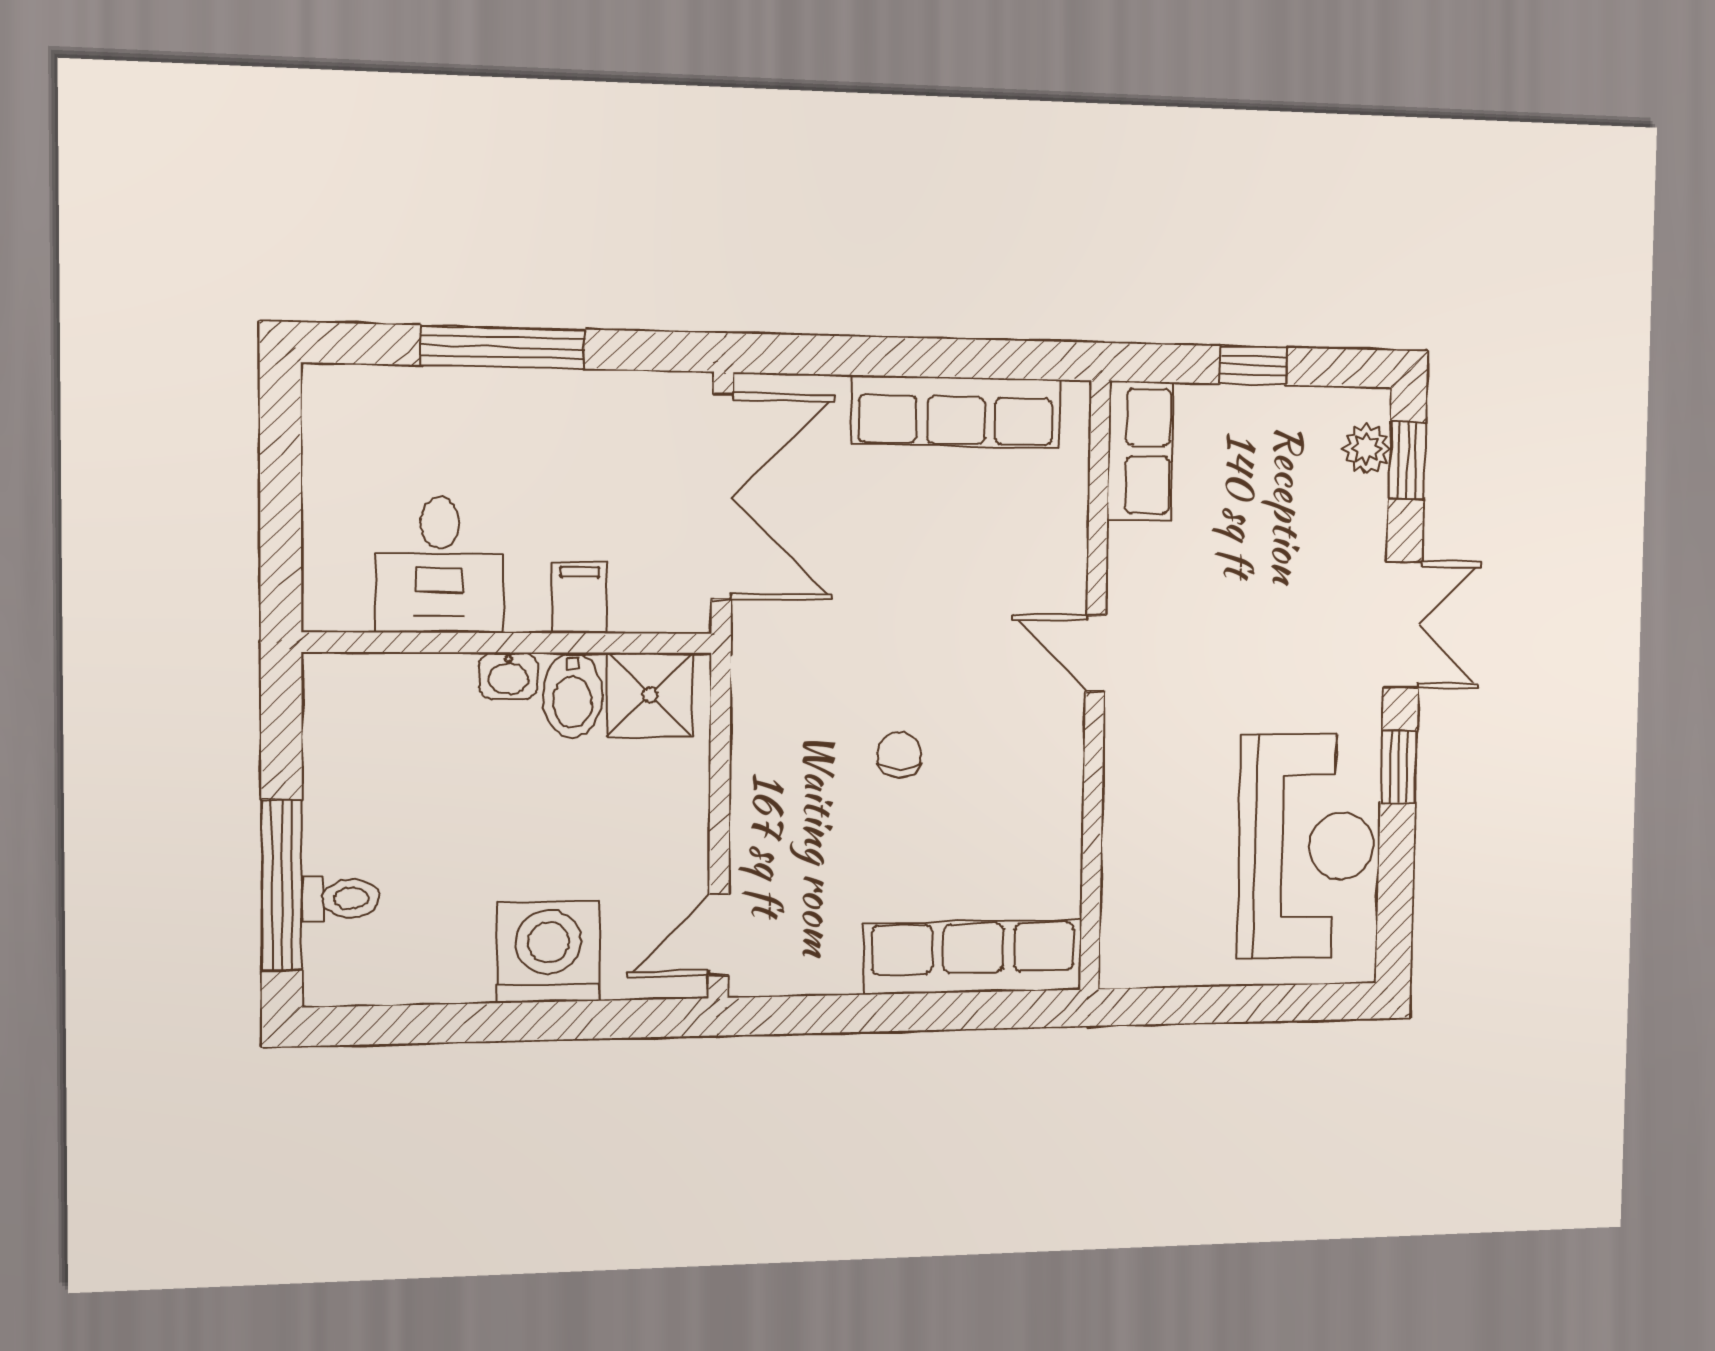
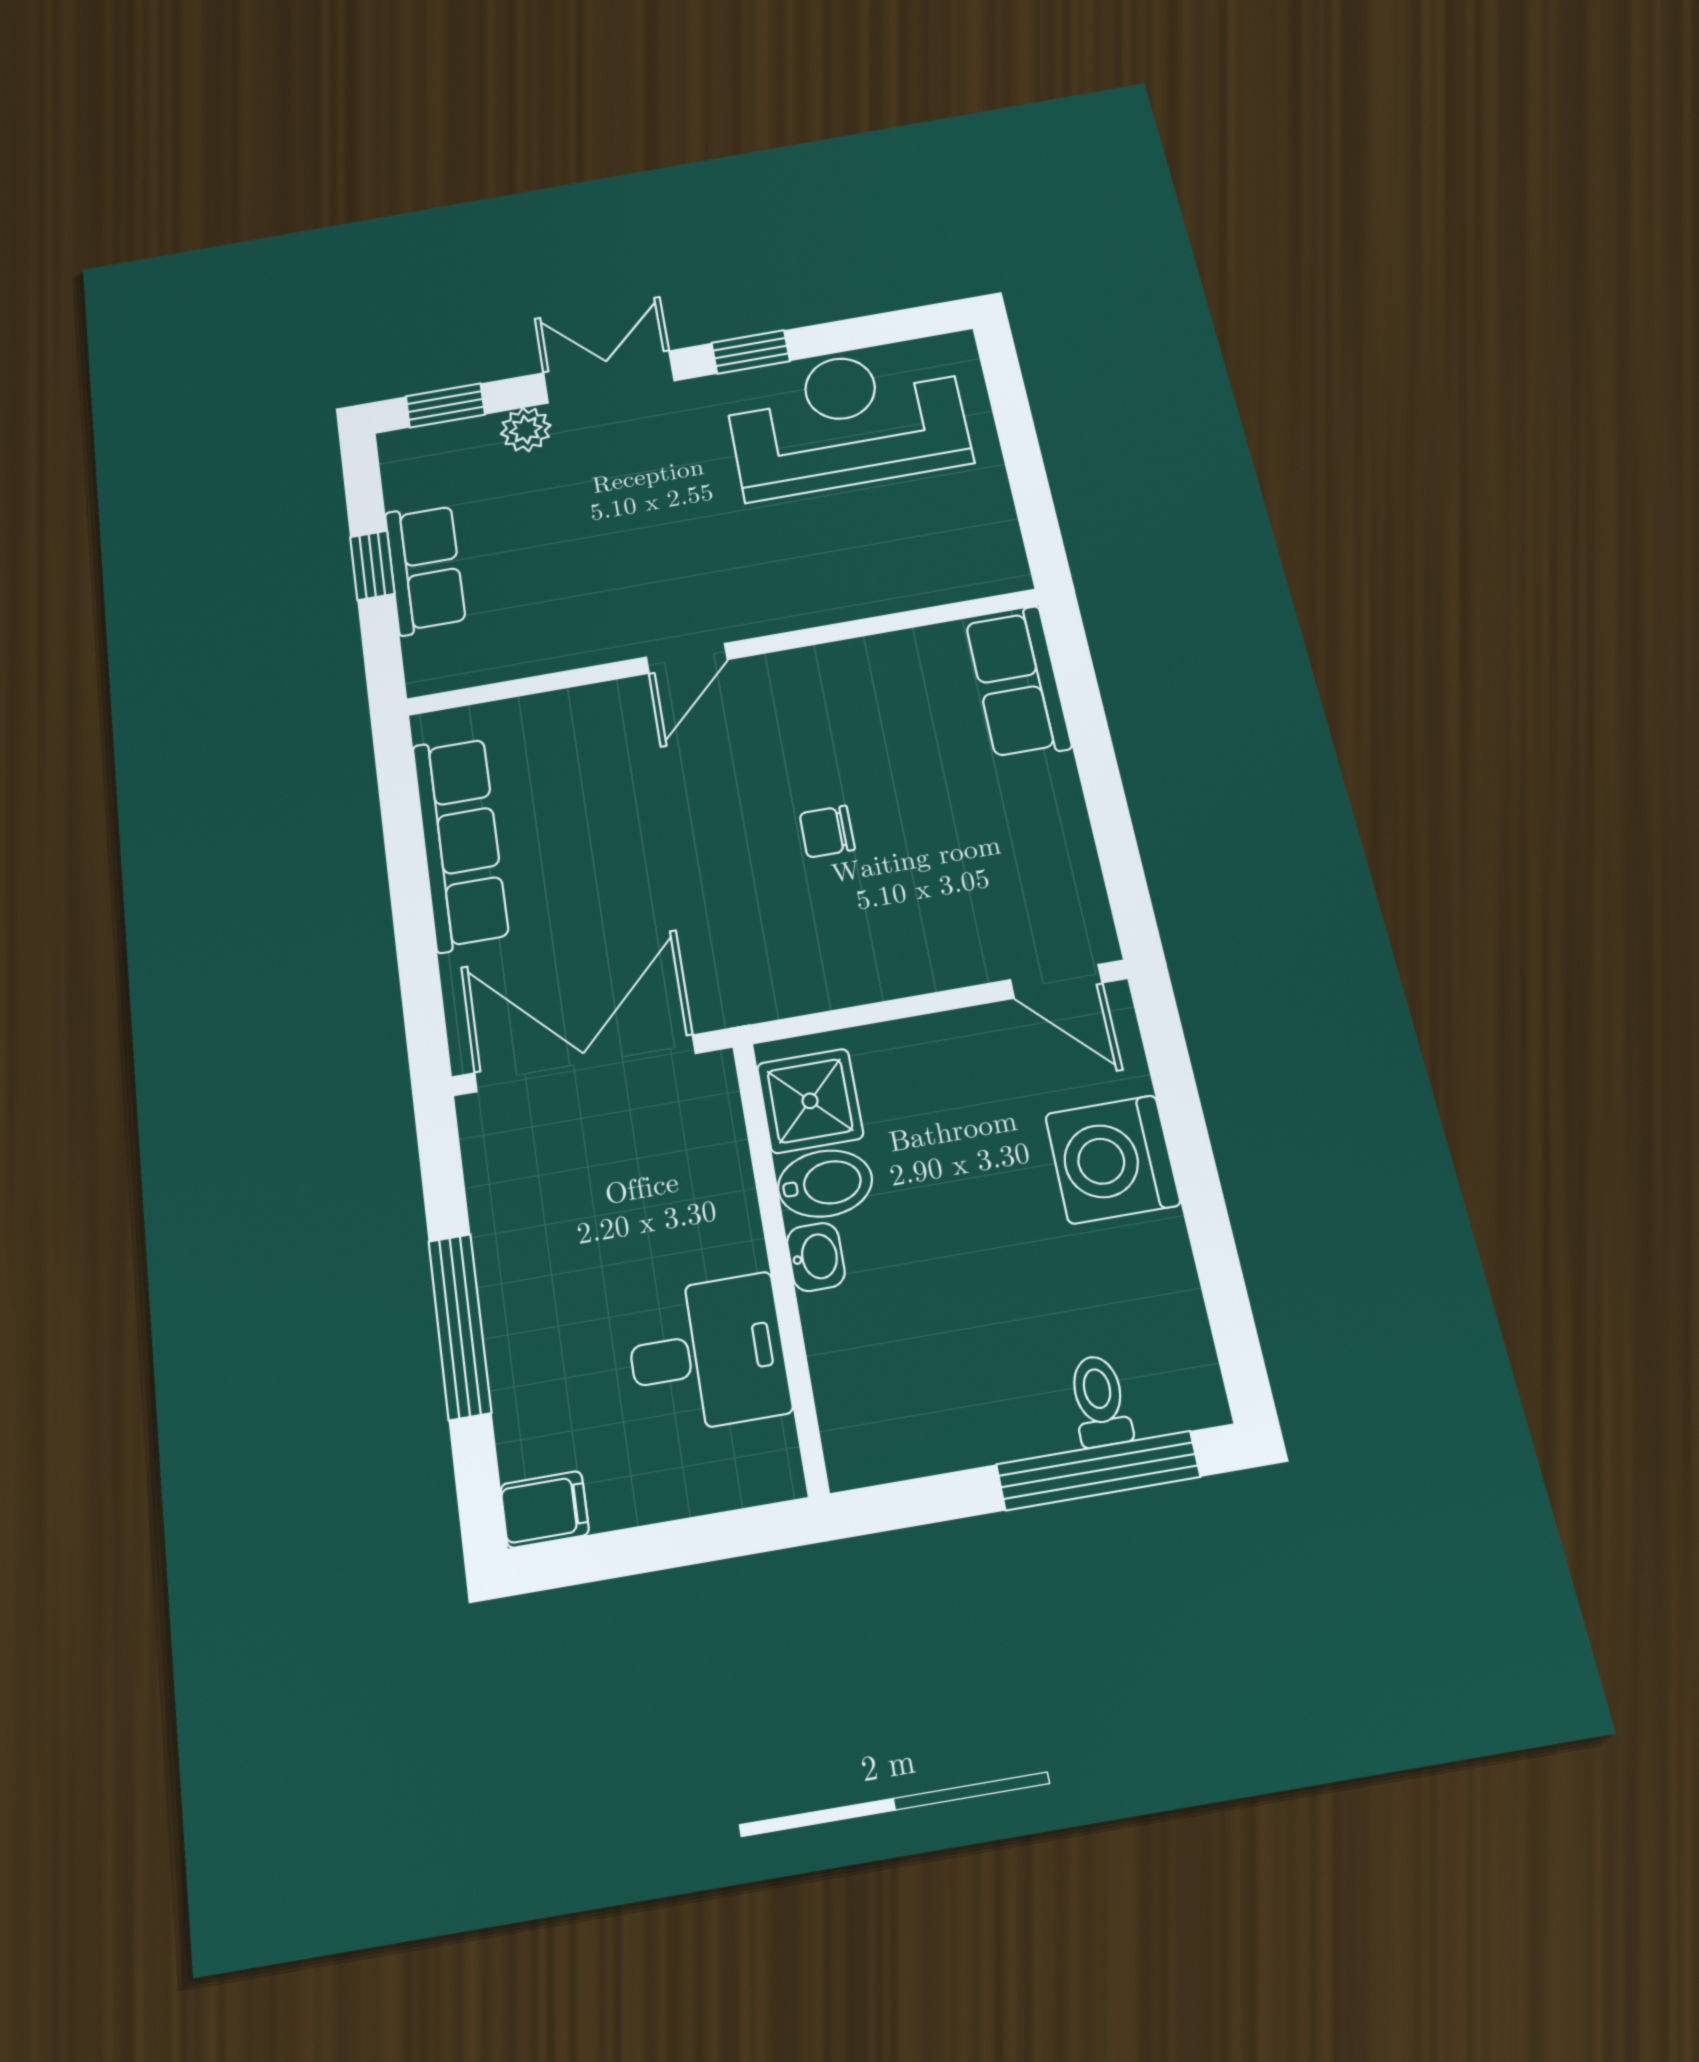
plant: (1366, 449) -> (526, 430), moved
row of seats: (1140, 451) -> (425, 568), moved, turned 90
filing cabinet: (579, 597) -> (545, 1509), moved, turned 180
row of seats: (973, 957) -> (1018, 683), width x0.68

